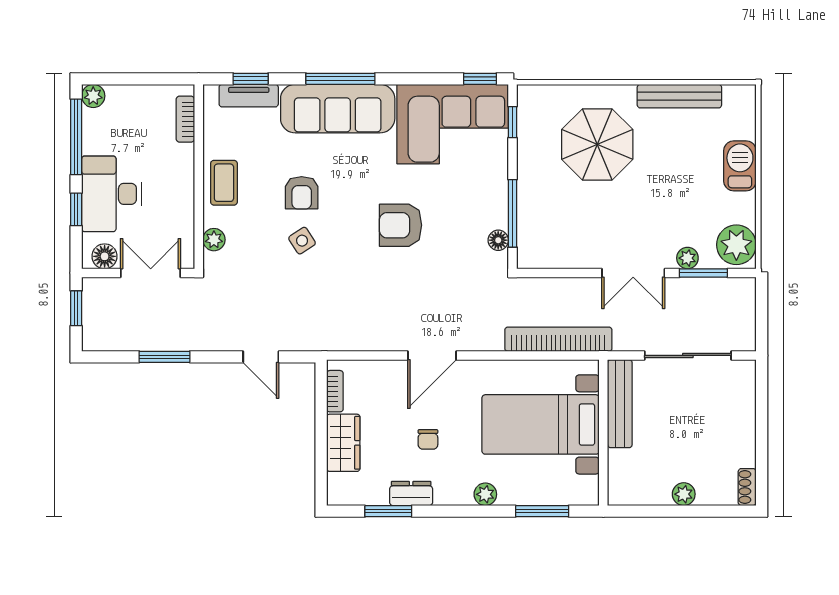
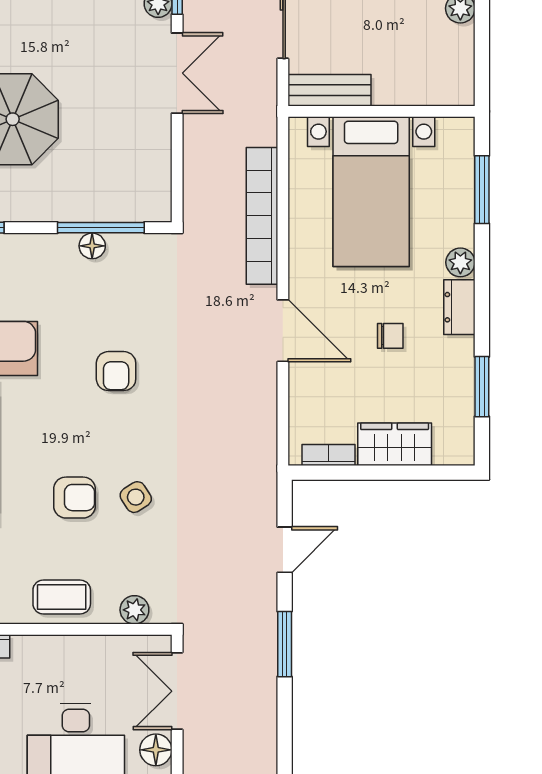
armchair: (400, 225) -> (116, 371), width x0.72, depth x0.72
floor lamp: (498, 240) -> (92, 246), moved
bookcase: (558, 339) -> (262, 216), moved
window: (164, 357) -> (285, 644), moved
bench: (620, 404) -> (329, 90), width x0.73
dresser: (411, 493) -> (459, 307), moved

